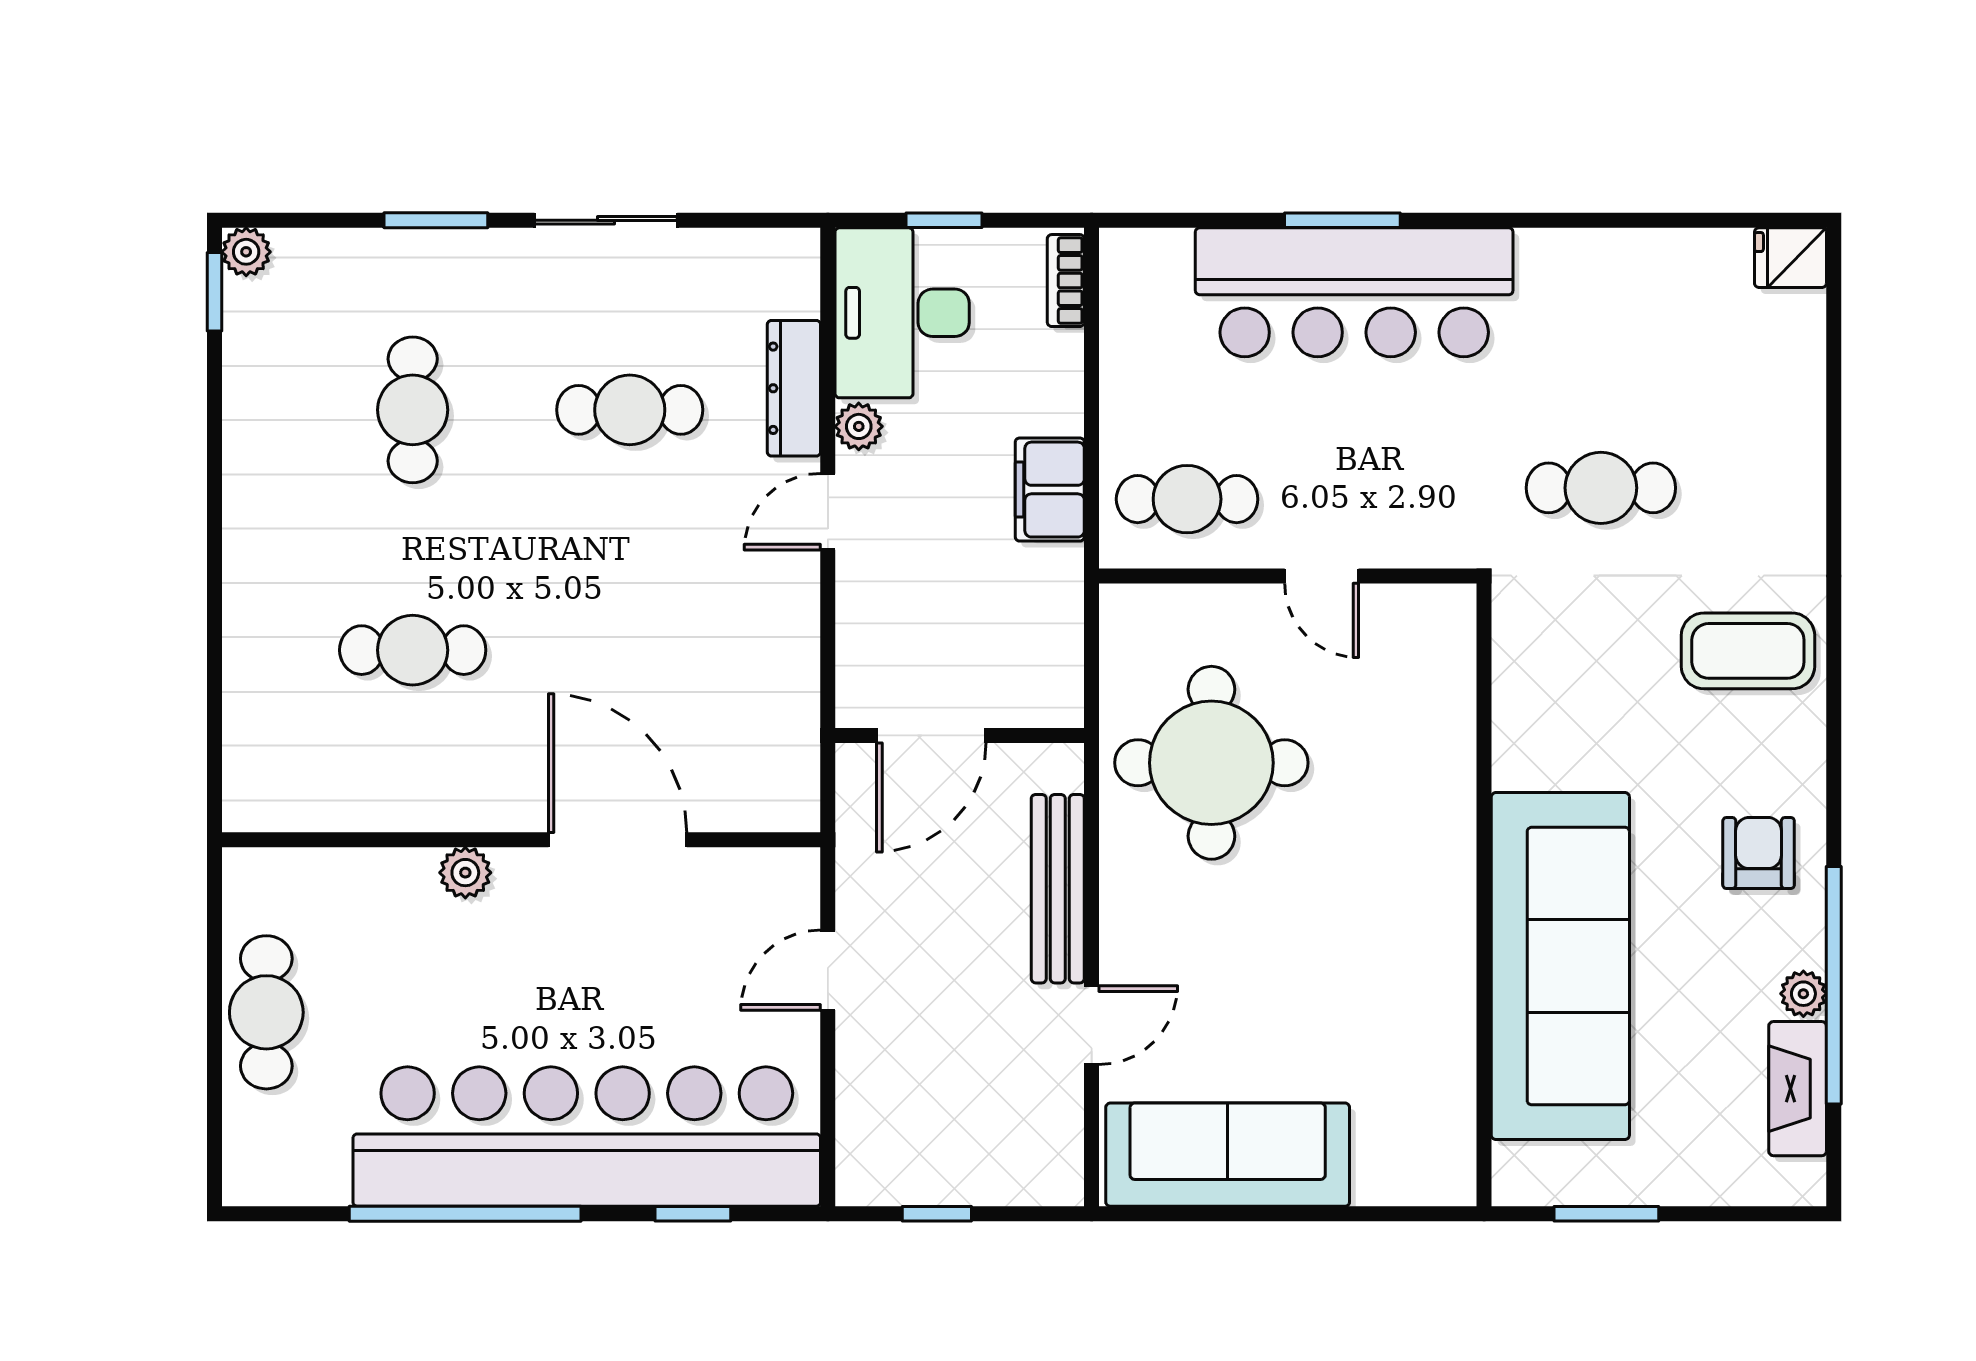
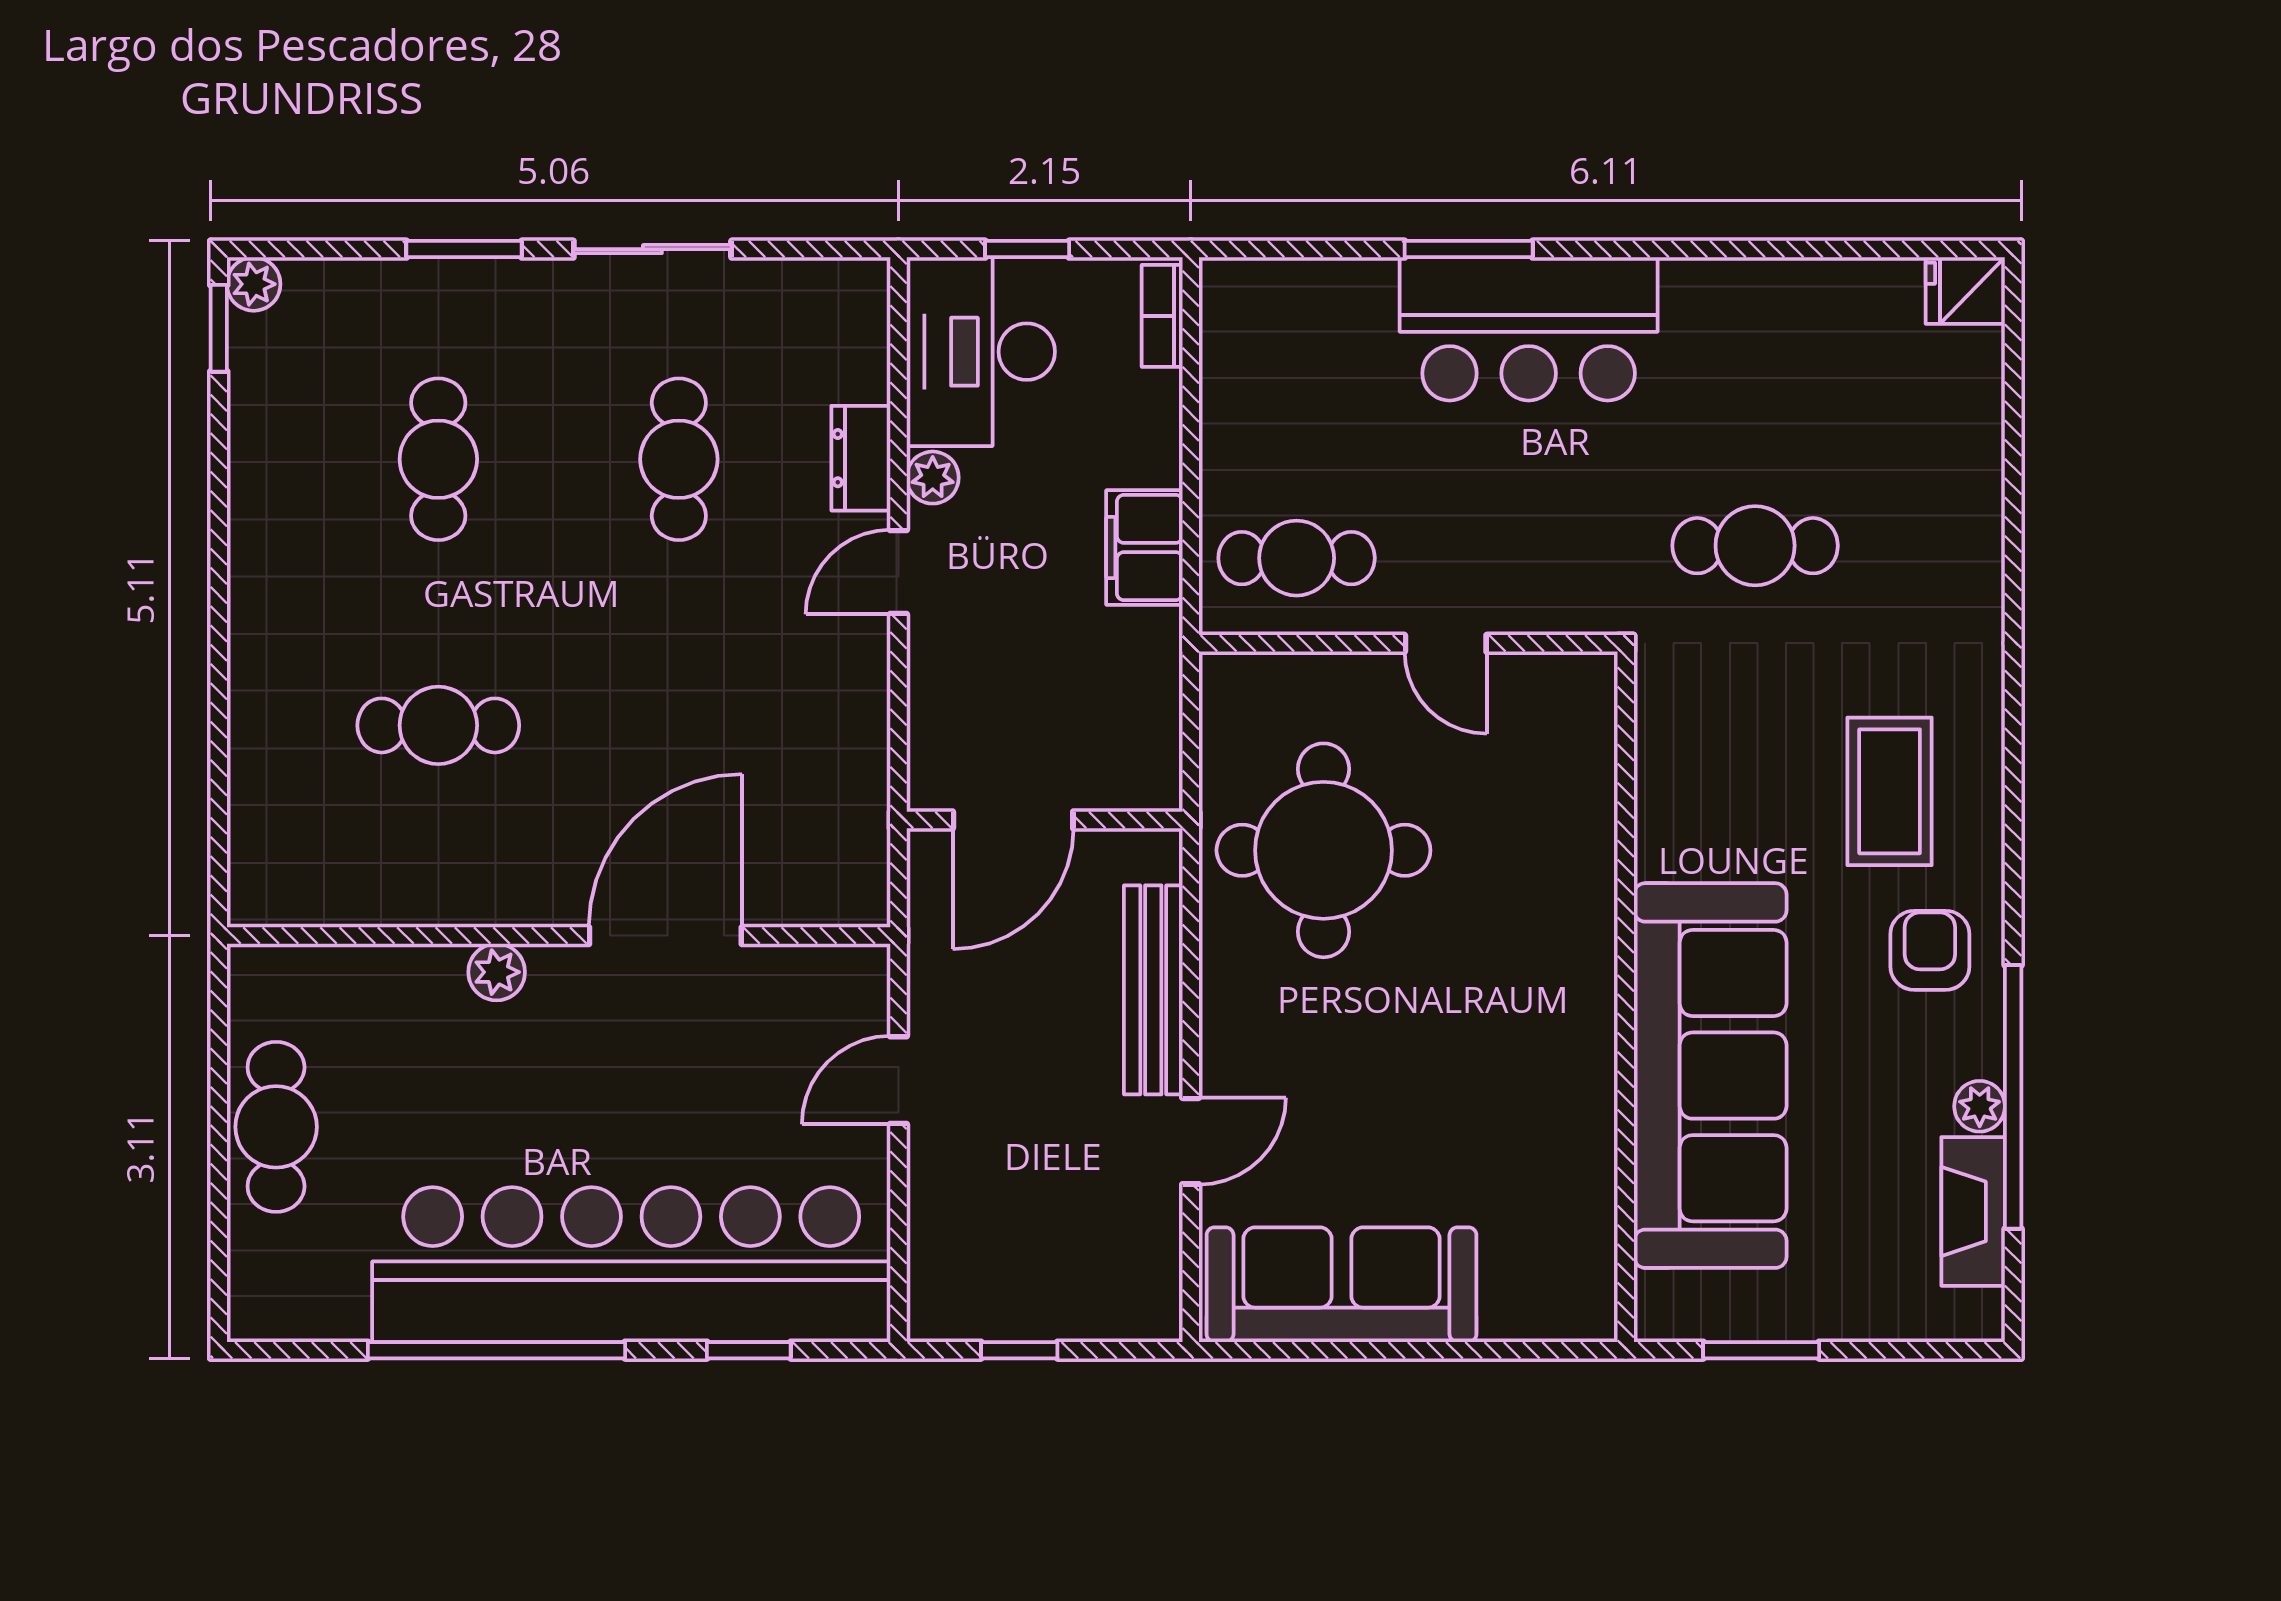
bar counter: (1354, 292) -> (1529, 329), width x0.73
dresser: (794, 388) -> (861, 458), width x0.70
cafe table: (630, 410) -> (679, 459), turned 90
coffee table: (1748, 651) -> (1890, 791), moved, turned 90
door: (618, 840) -> (665, 936), hinge flipped

